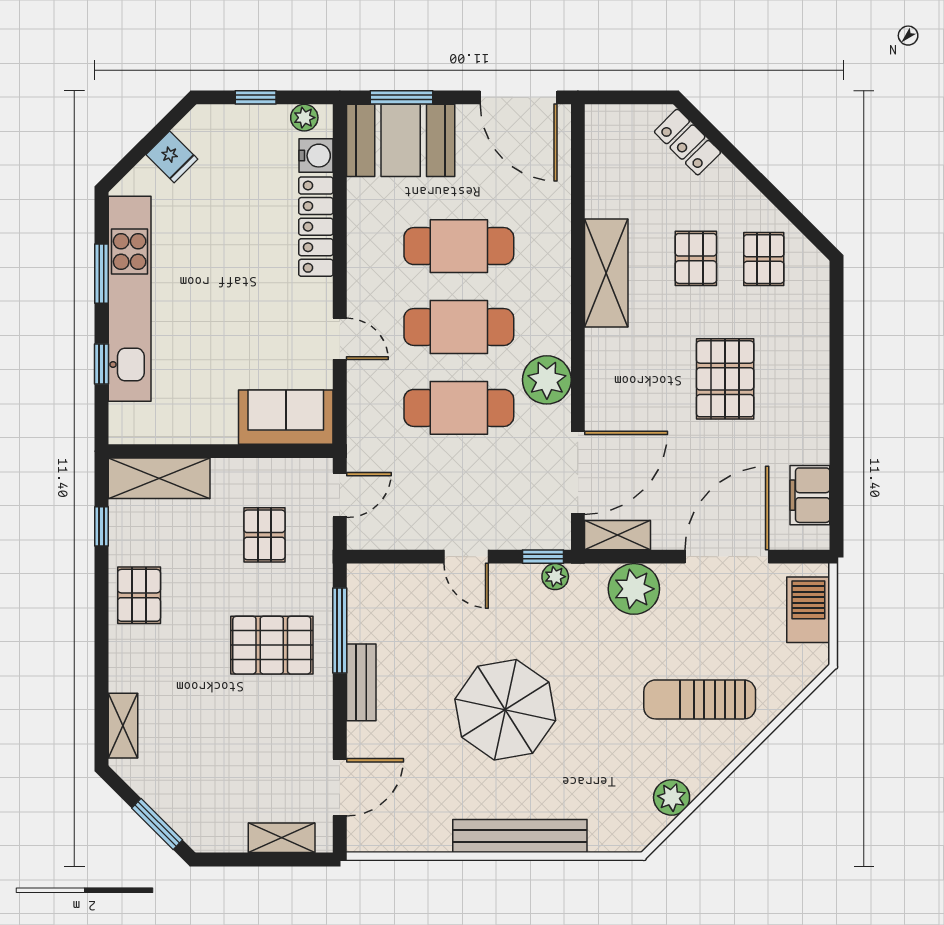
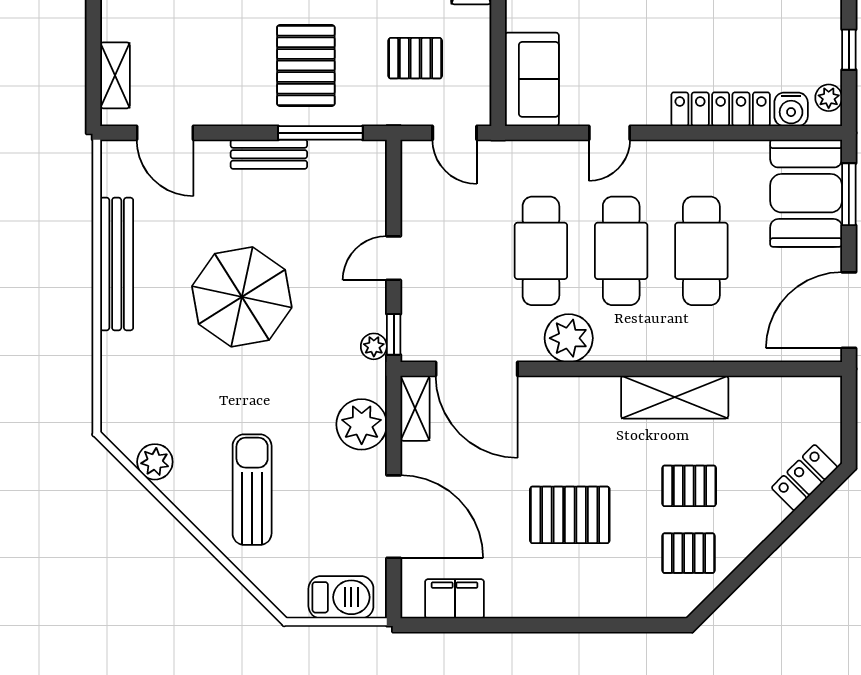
bench: (520, 836) -> (117, 264), moved

